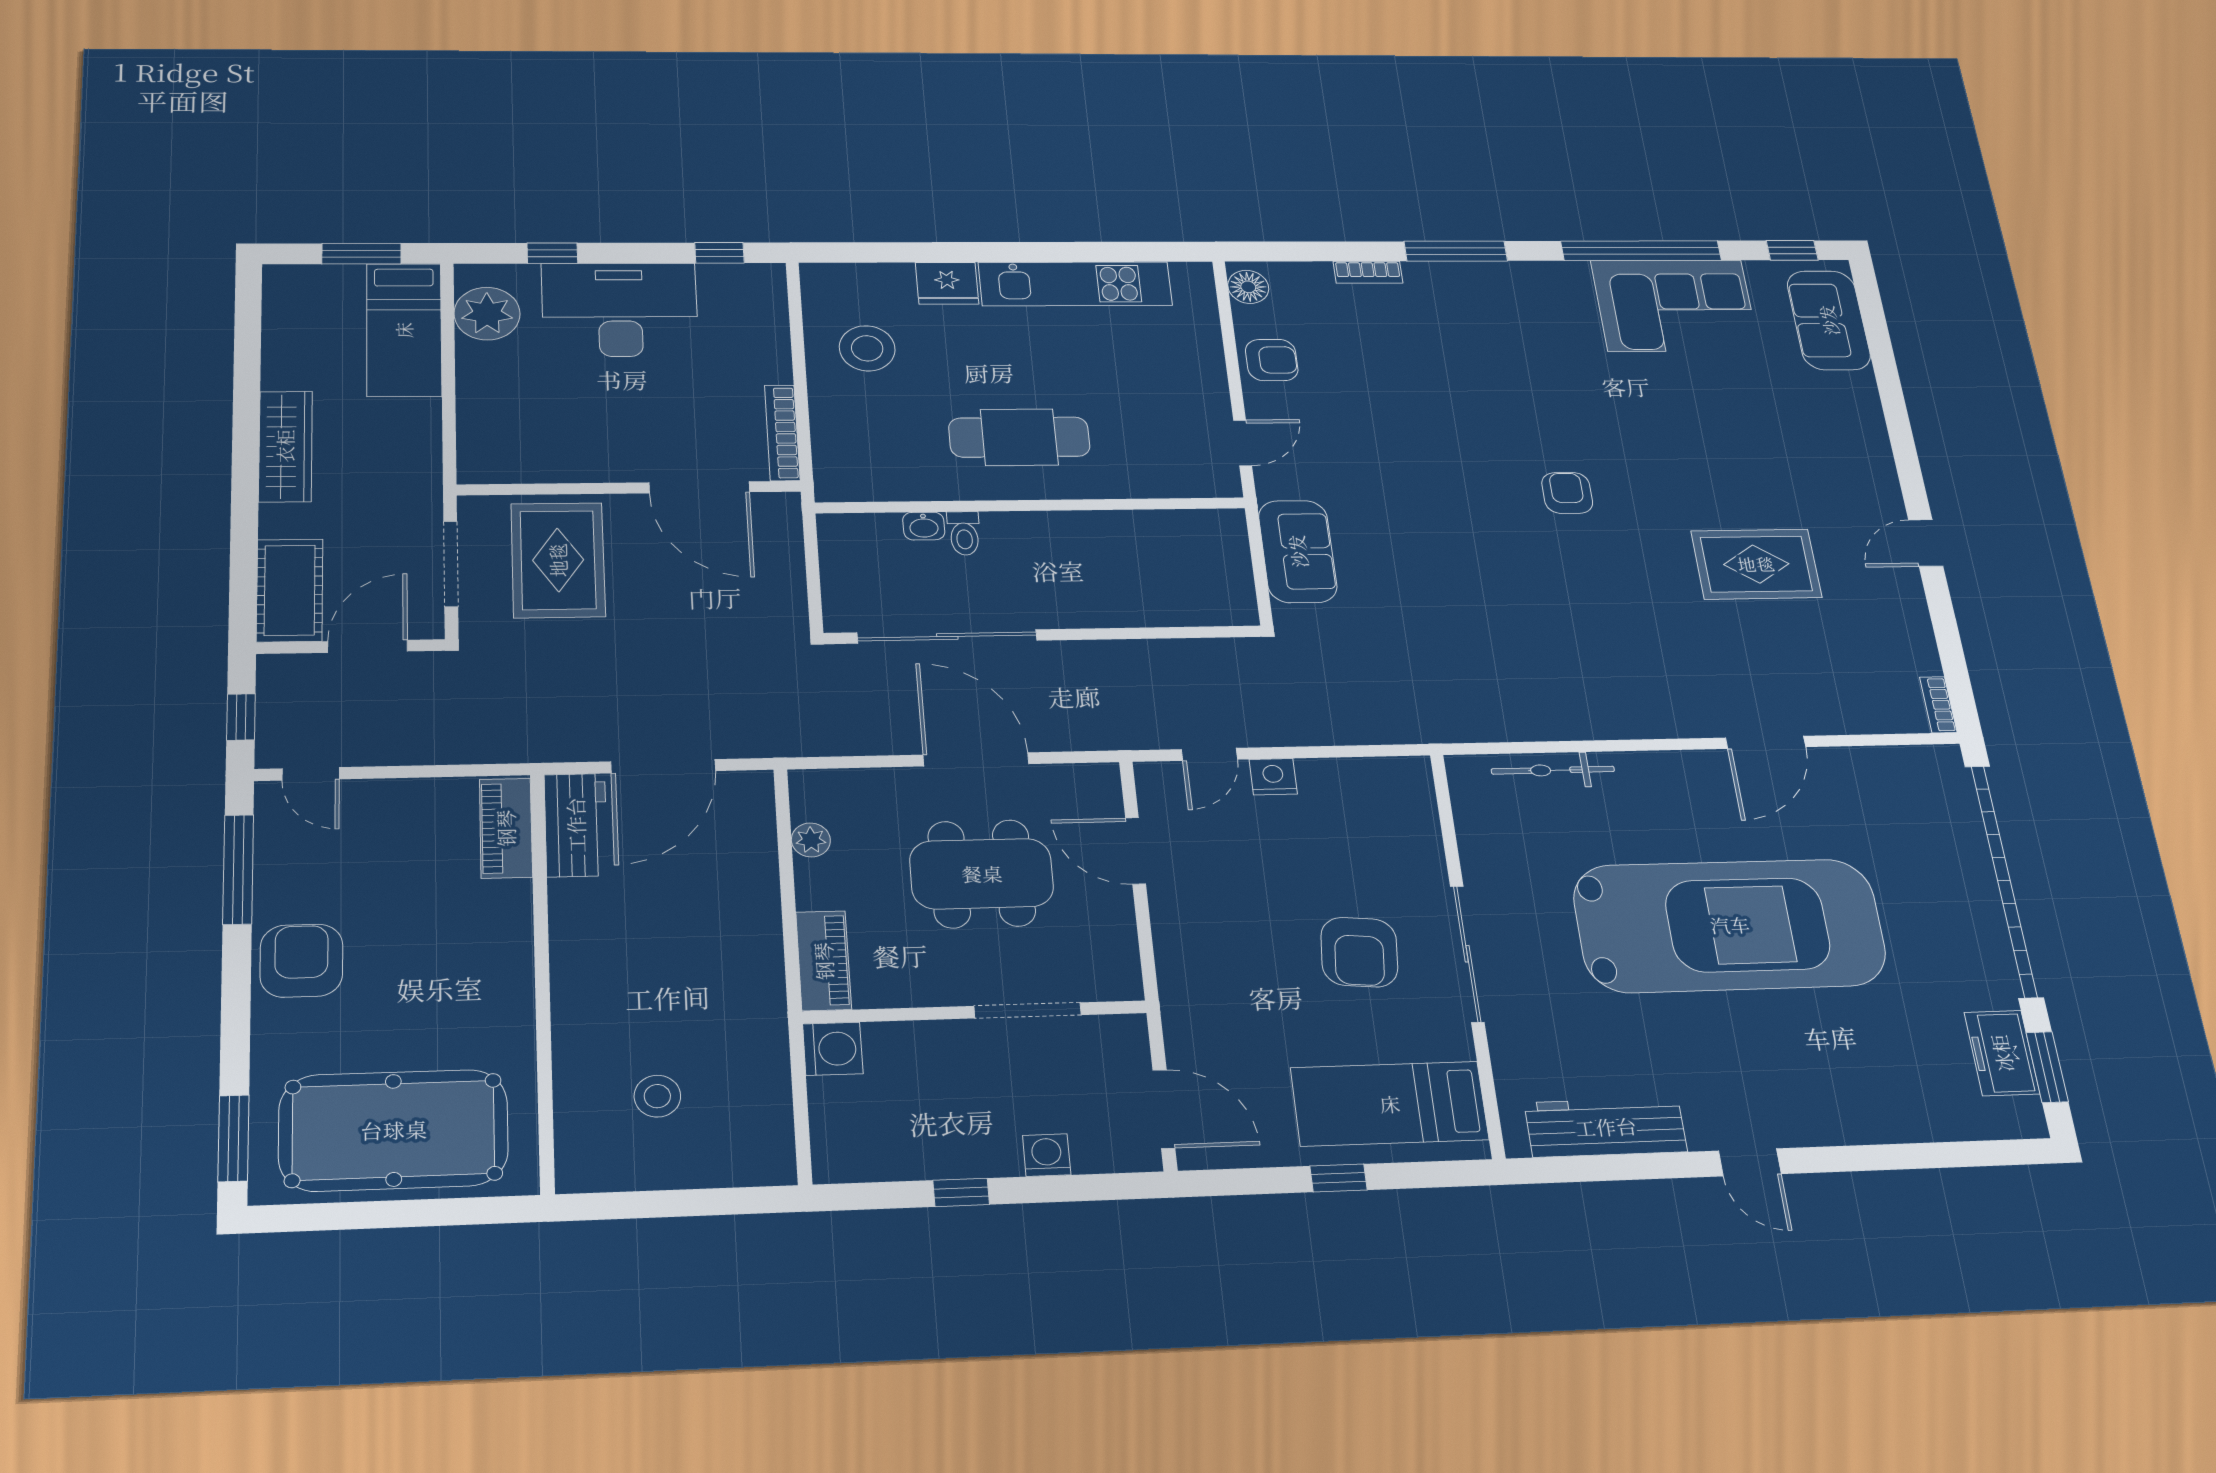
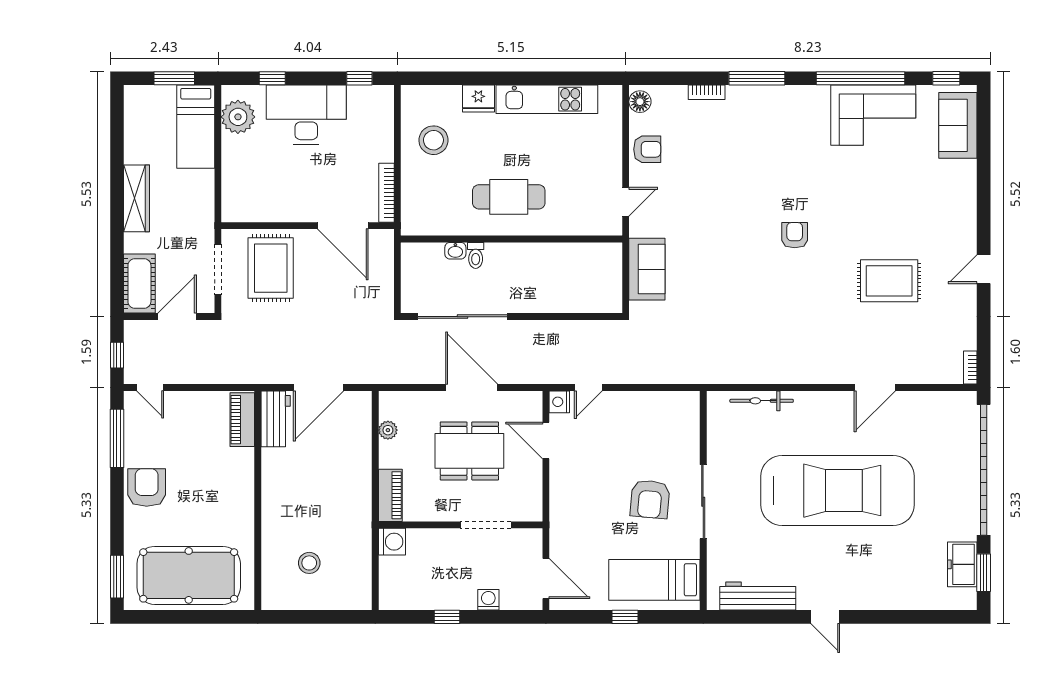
nightstand: (1273, 777) -> (559, 402), moved, turned -90

